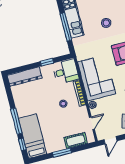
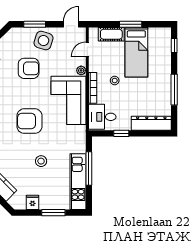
window: (16, 121) -> (174, 90), moved
bed: (32, 136) -> (136, 52), moved

